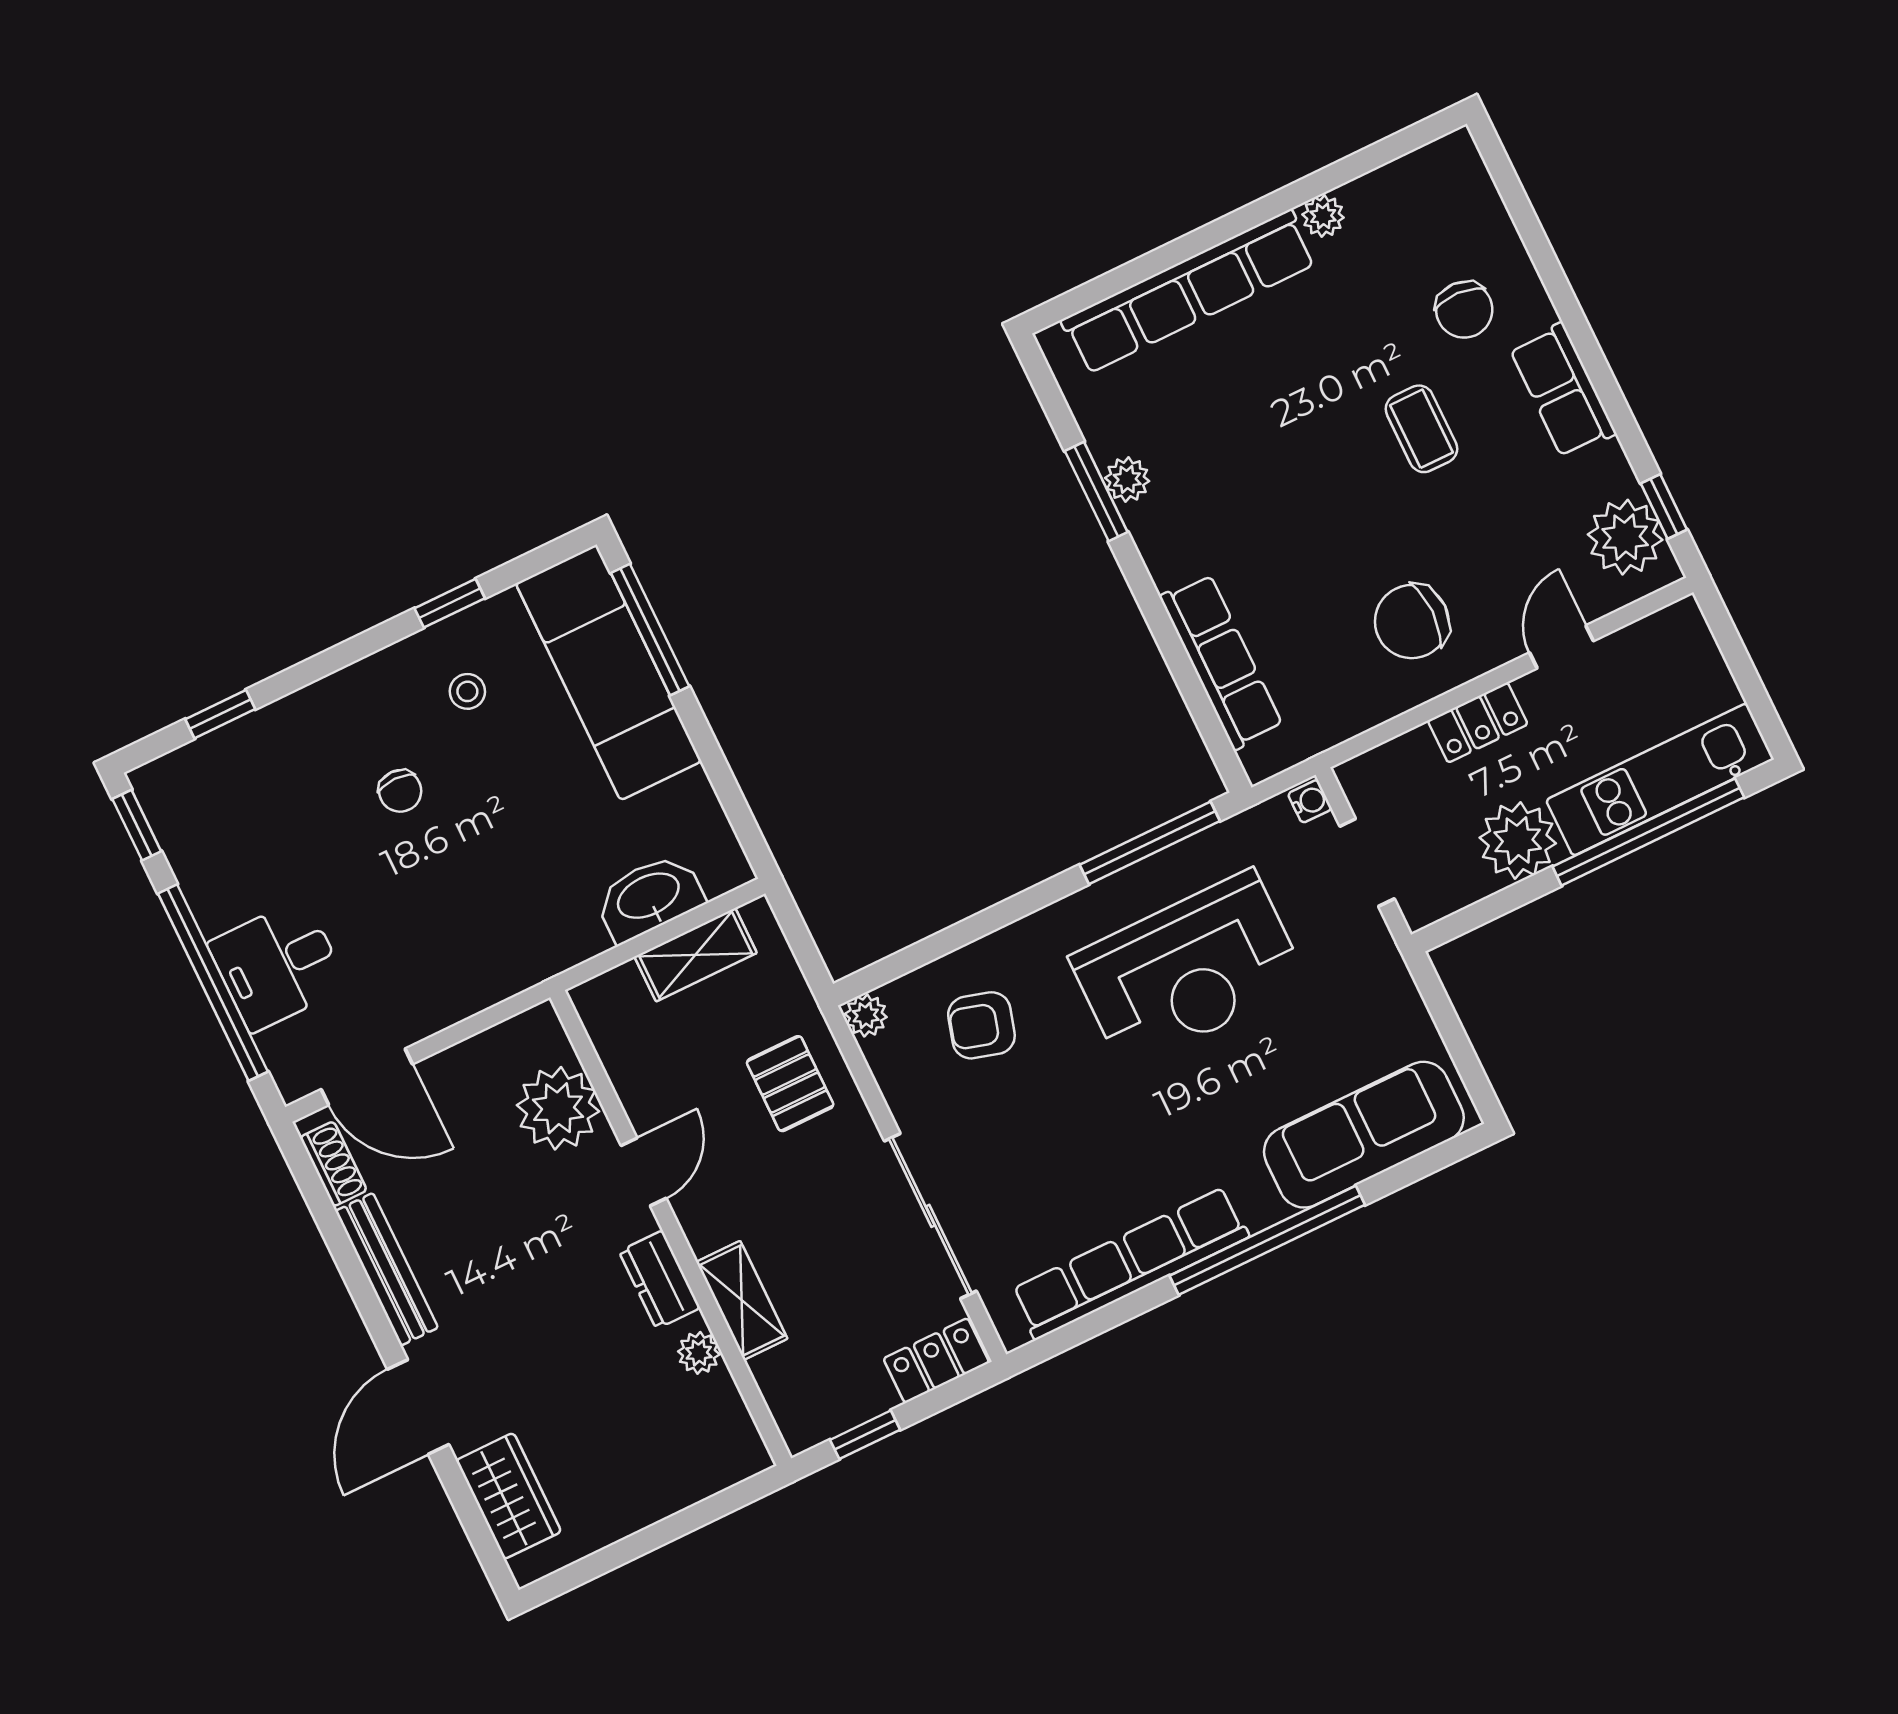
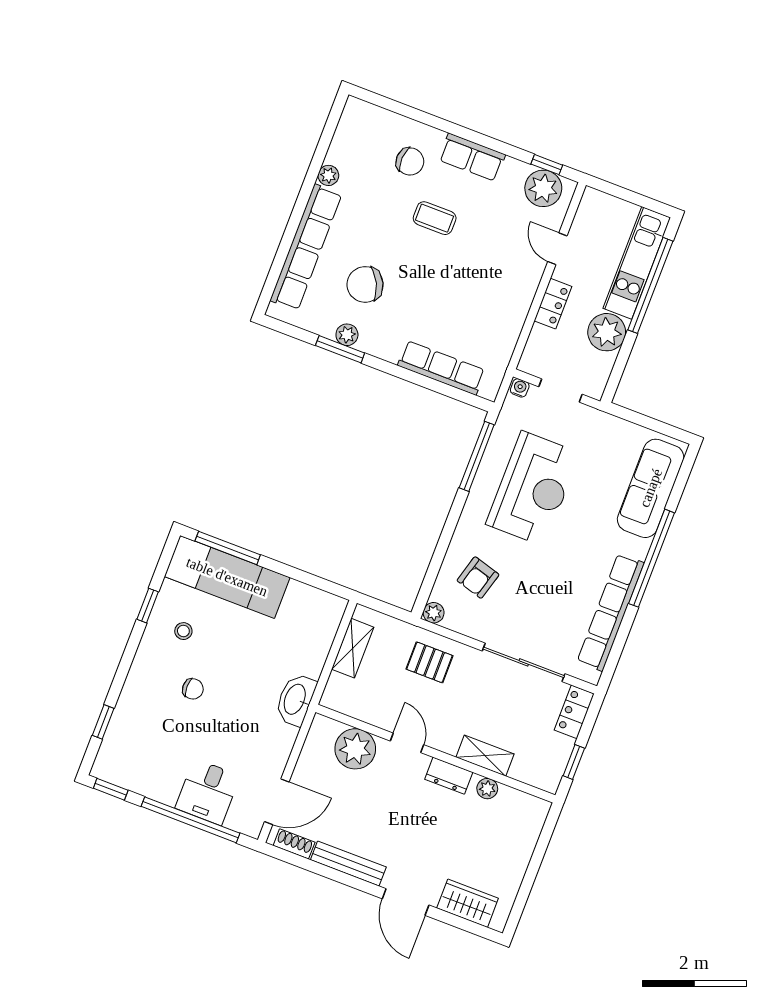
chair: (1412, 622) -> (365, 284), moved, turned 64
washbasin: (649, 897) -> (296, 700), moved

